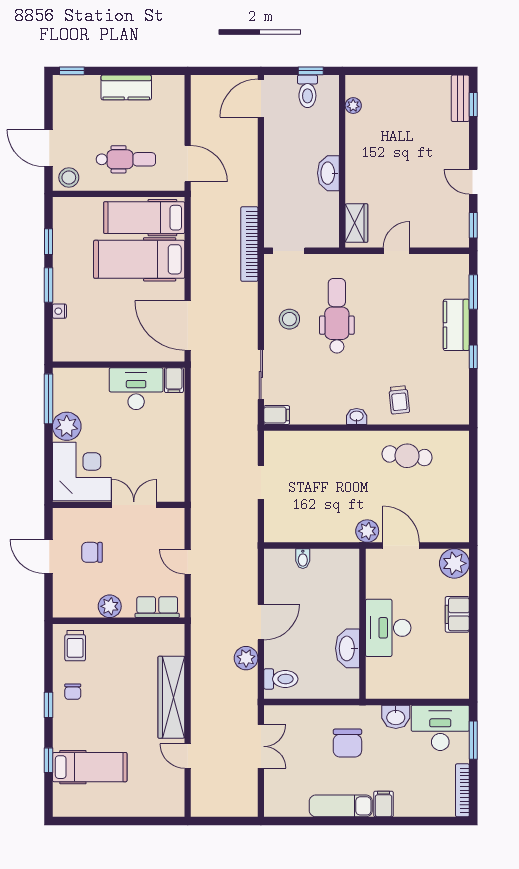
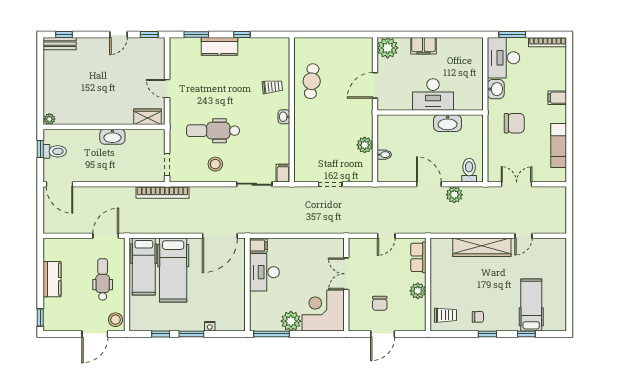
plant: (353, 106) -> (49, 119), moved
plant: (367, 531) -> (365, 145), moved
exam couch: (341, 806) -> (559, 146), moved

